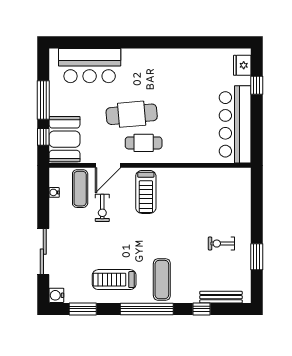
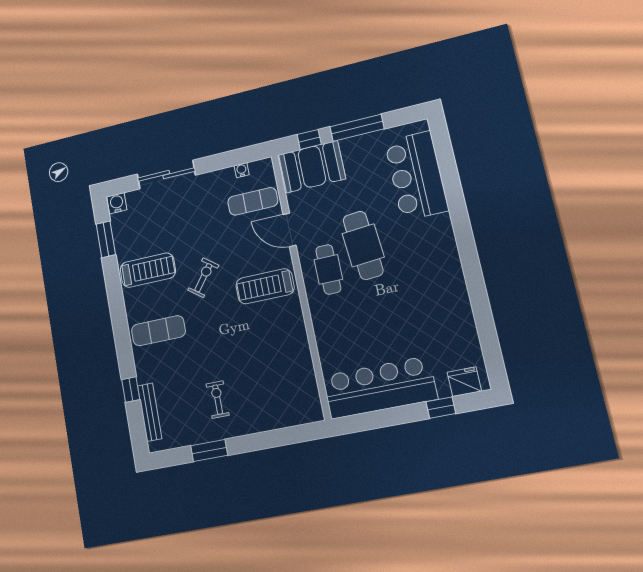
exercise bike: (102, 208) -> (203, 278), moved, turned 127
treadmill: (114, 280) -> (148, 270), turned 90
window: (147, 309) -> (119, 319), removed

